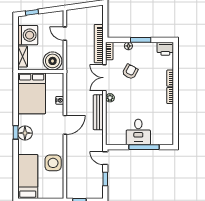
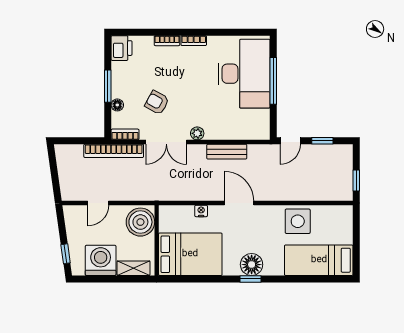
bench: (98, 112) -> (227, 152), width x0.73
desk: (138, 132) -> (244, 74), width x1.87, depth x1.30

